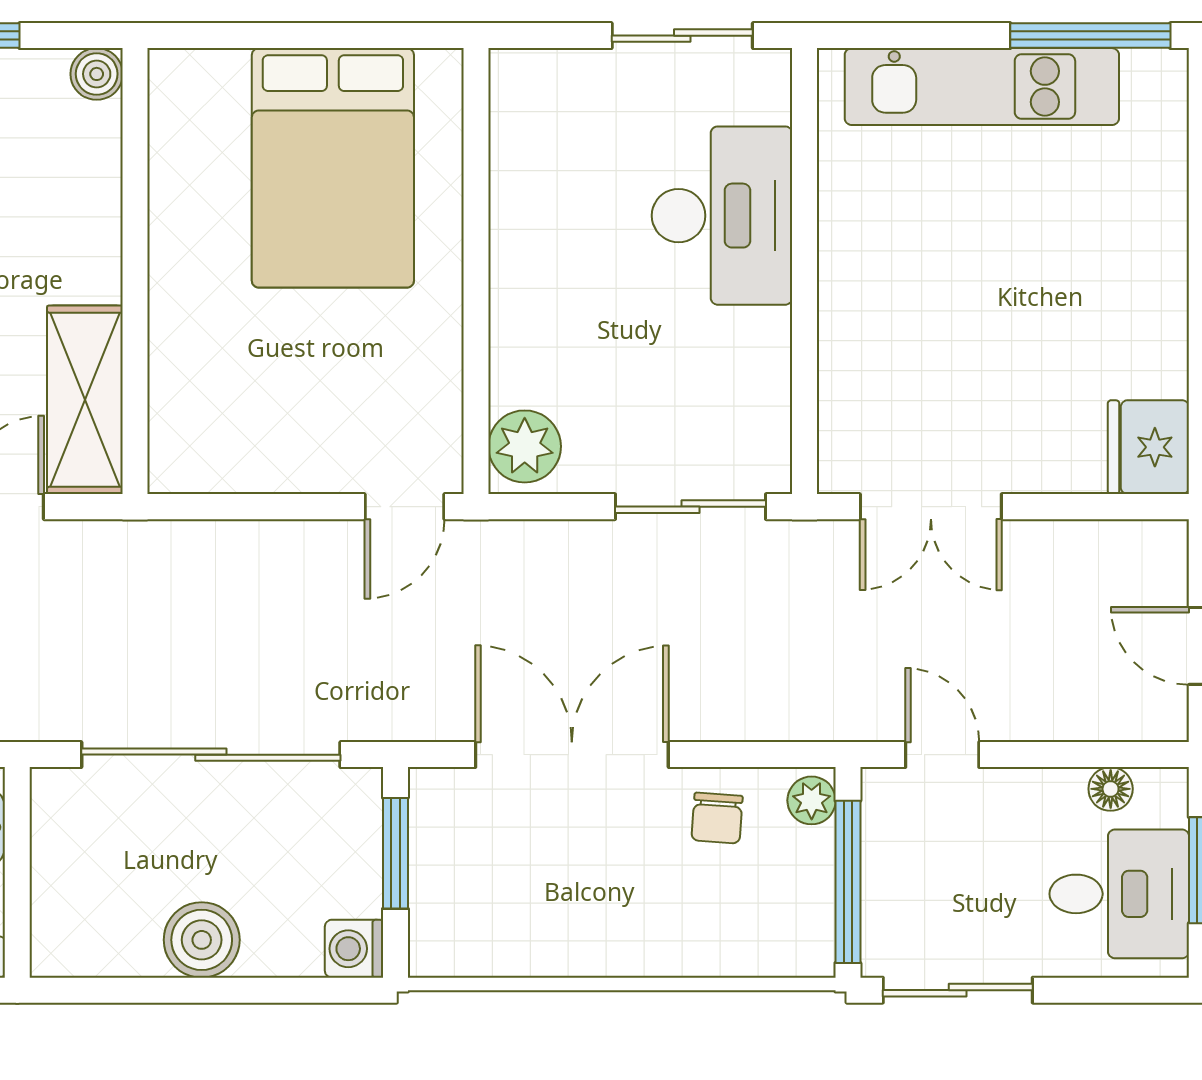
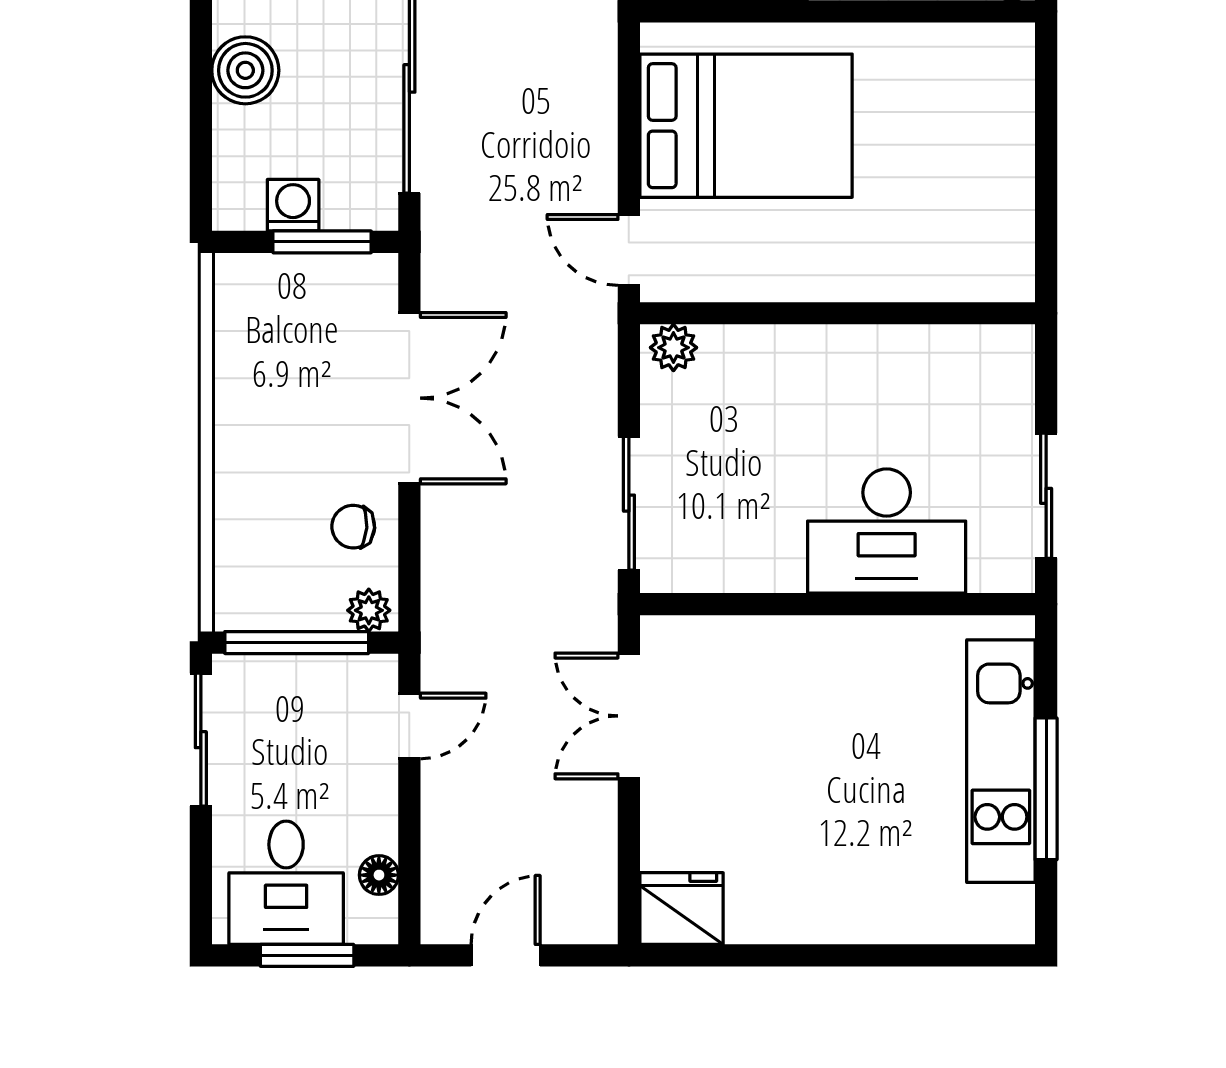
window: (1090, 36) -> (1046, 789), moved
bed: (333, 168) -> (746, 126), moved, turned 180
plant: (525, 446) -> (673, 348), width x0.73, depth x0.73
washing machine: (354, 949) -> (293, 205), moved

